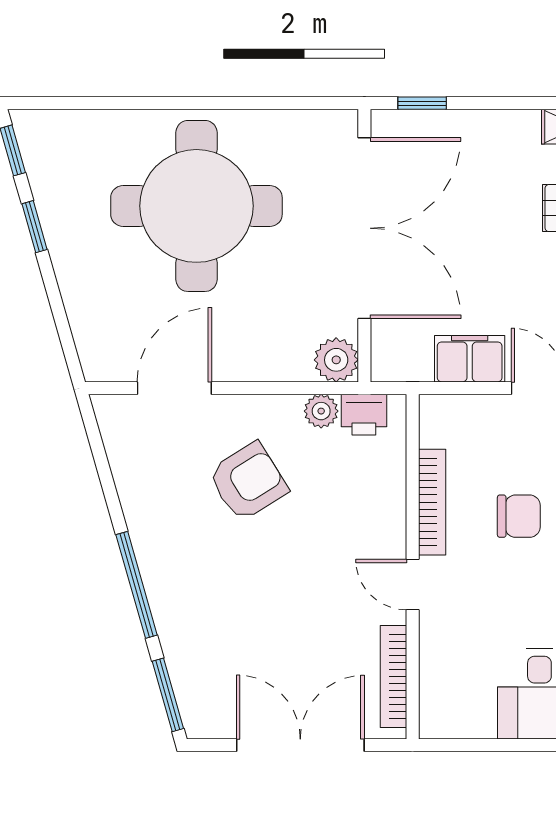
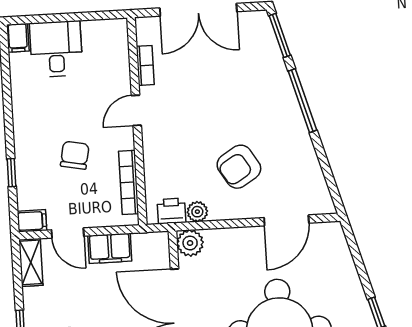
bookcase: (432, 502) -> (129, 182), moved
chair: (519, 516) -> (75, 155), turned 101
door: (413, 585) -> (136, 110), swing flipped
bookcase: (393, 677) -> (145, 65), width x0.64

